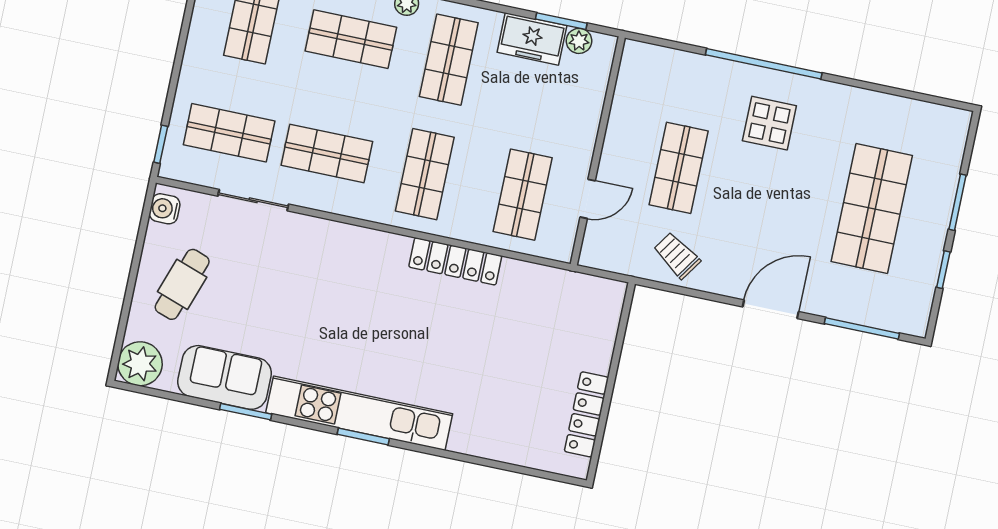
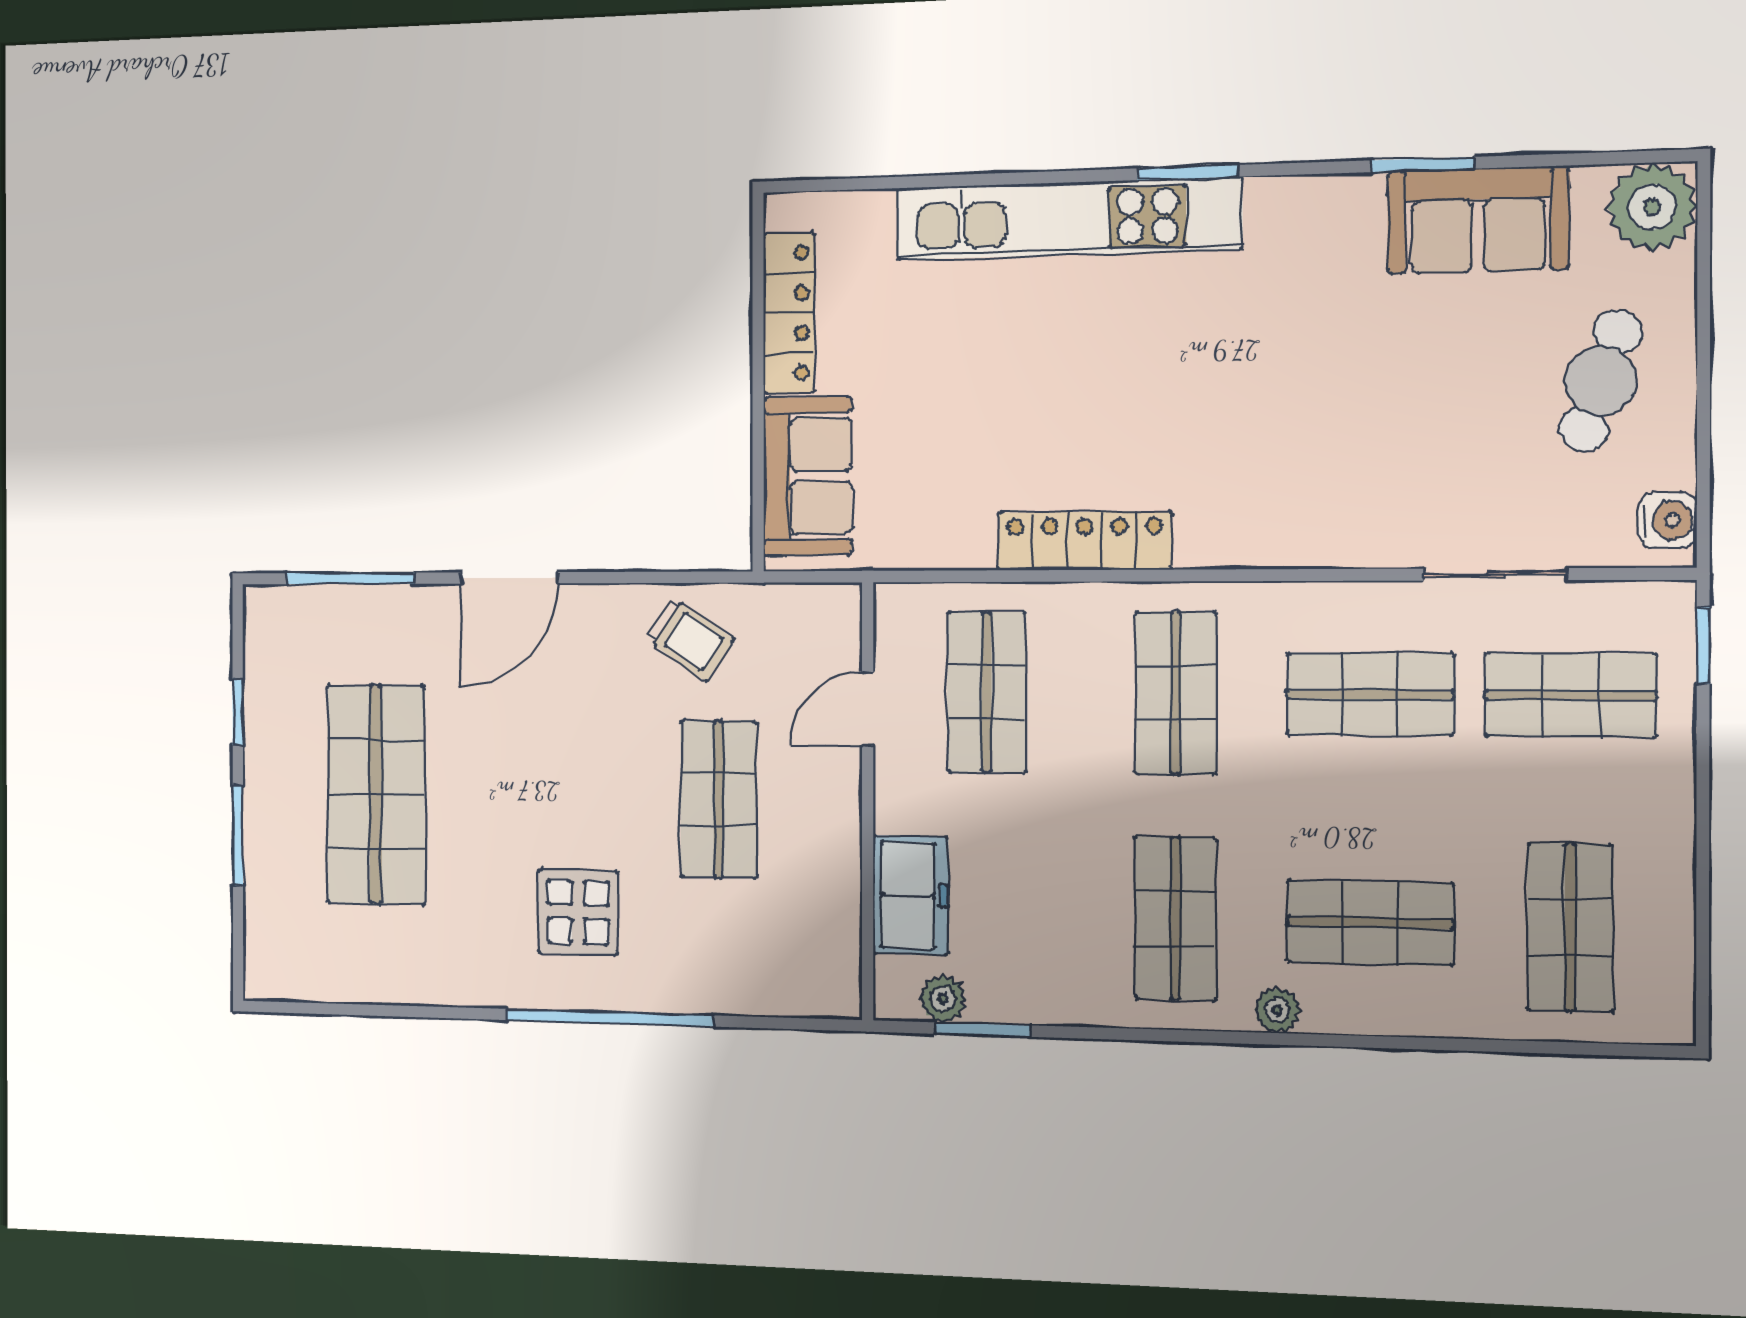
freezer: (532, 39) -> (911, 895), moved, turned 90
sofa: (594, 327) -> (807, 476), added
kitchen unit: (359, 413) -> (1068, 219), moved

